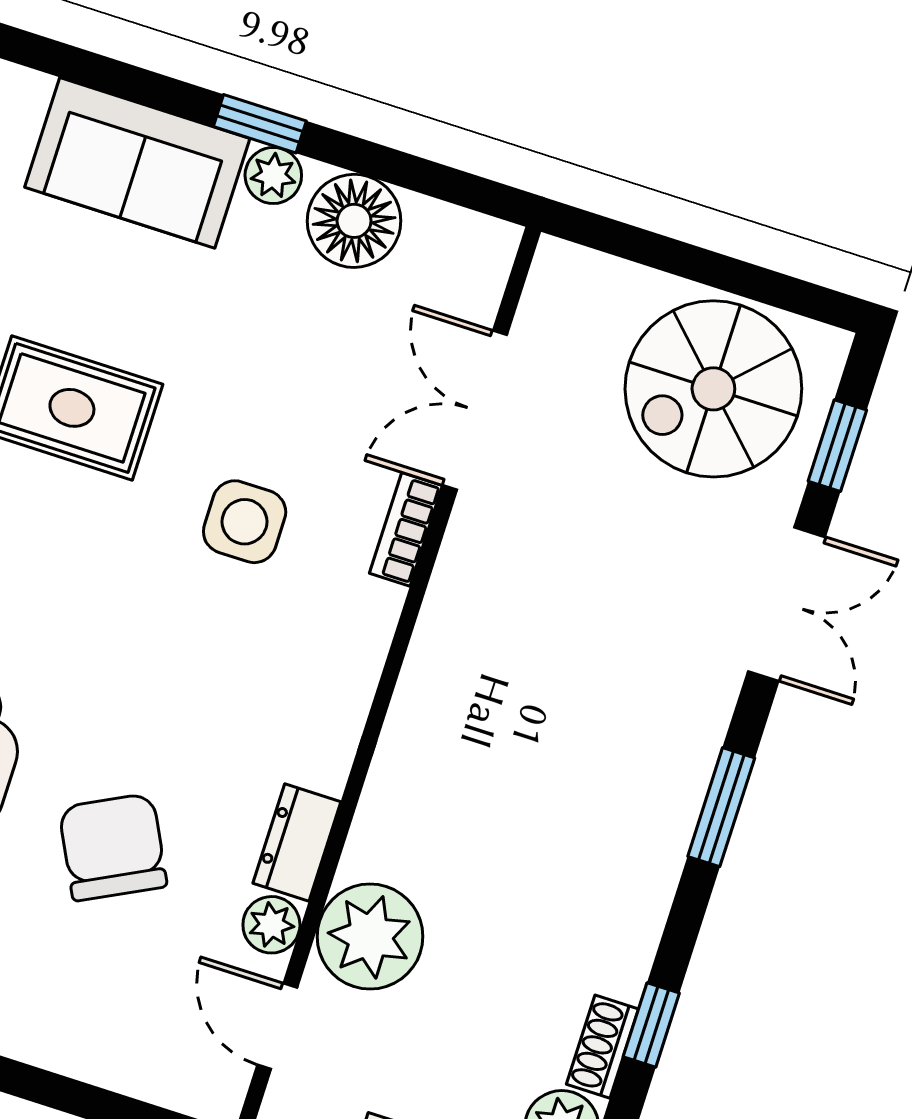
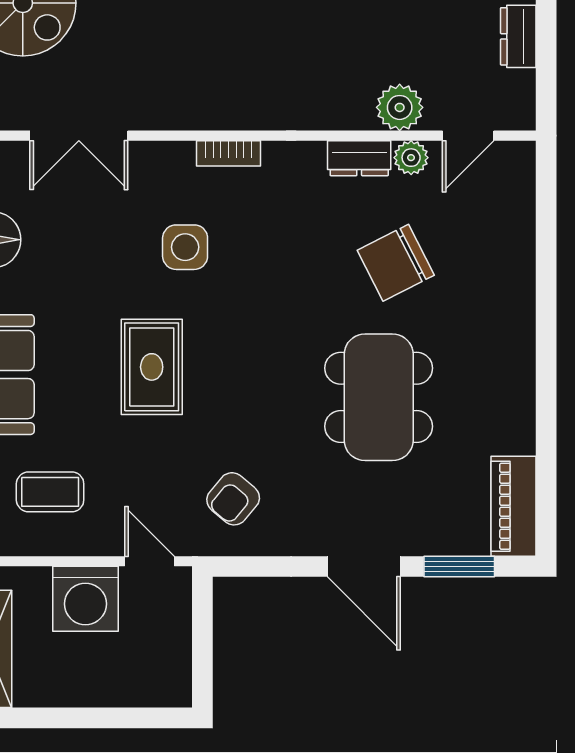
bookcase: (406, 529) -> (229, 153), moved
plant: (370, 937) -> (400, 107), width x0.73, depth x0.73

